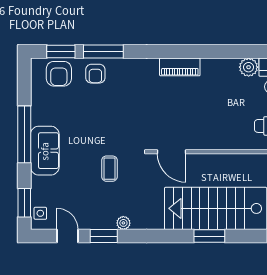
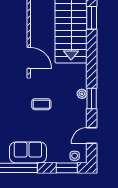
door: (172, 152) -> (29, 58), hinge flipped
window: (104, 236) -> (92, 98), moved
window: (209, 236) -> (92, 18), moved

